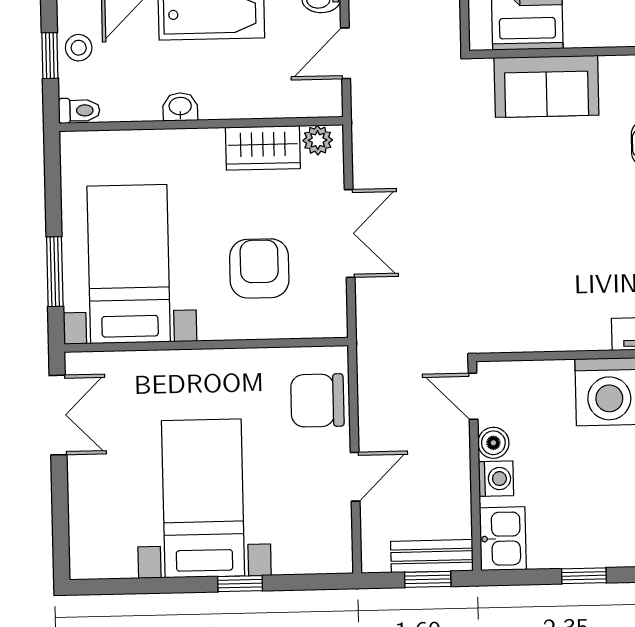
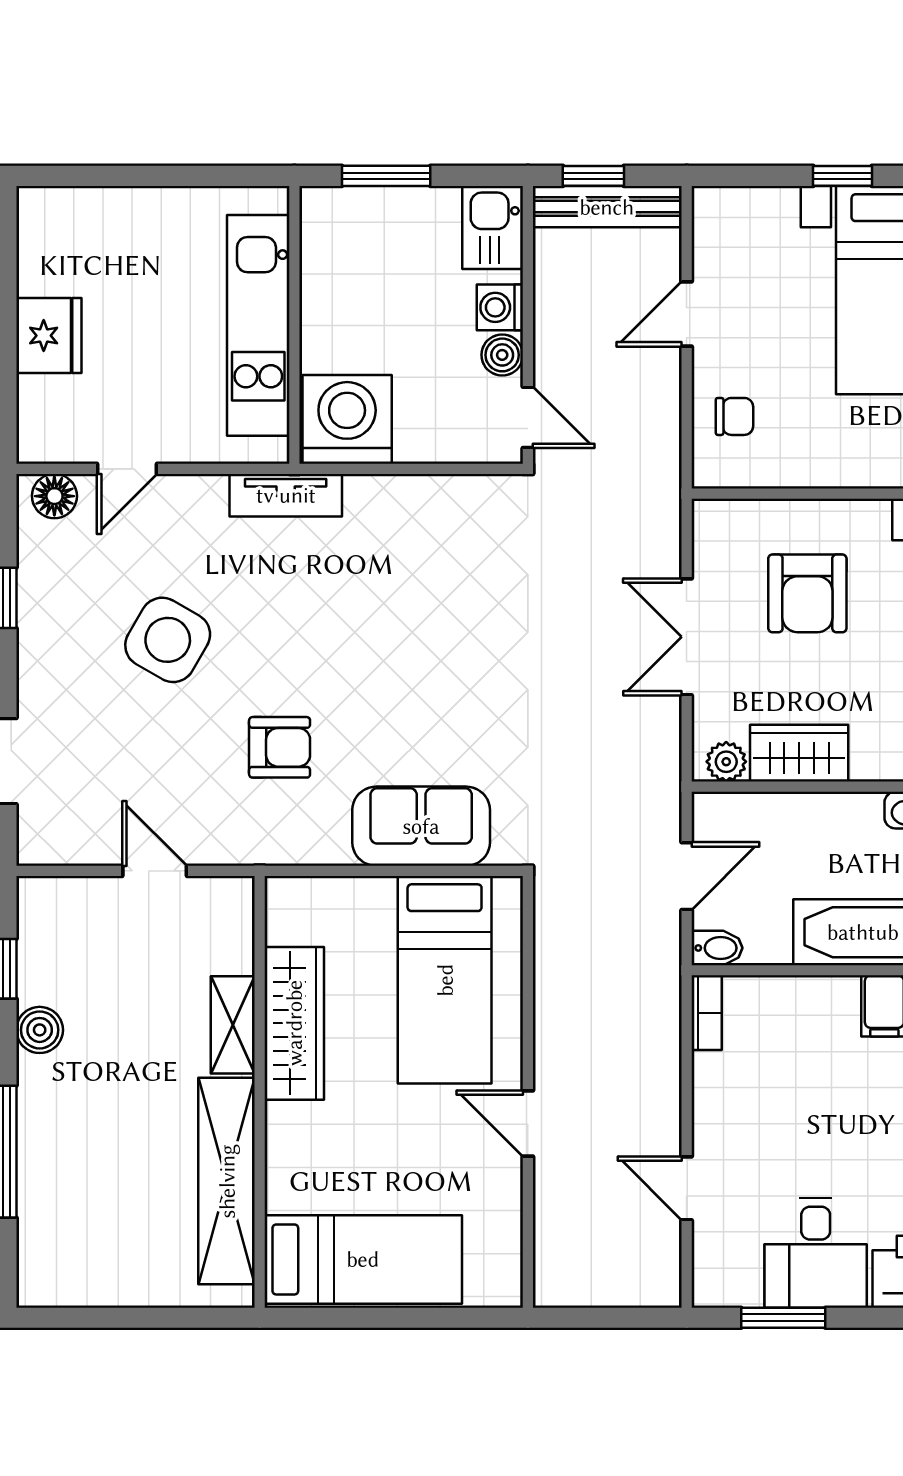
chair: (317, 400) -> (734, 416), width x0.54, depth x0.54
bench: (432, 556) -> (607, 207), width x1.36
window: (584, 576) -> (386, 176), width x1.50

